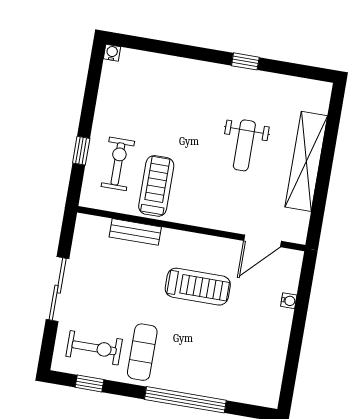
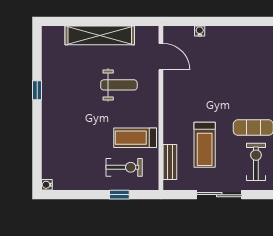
weight bench: (244, 145) -> (119, 85), moved
exercise bike: (118, 164) -> (124, 167), turned 180
bench: (135, 232) -> (170, 162), moved
treadmill: (198, 287) -> (205, 145), moved, turned 180

